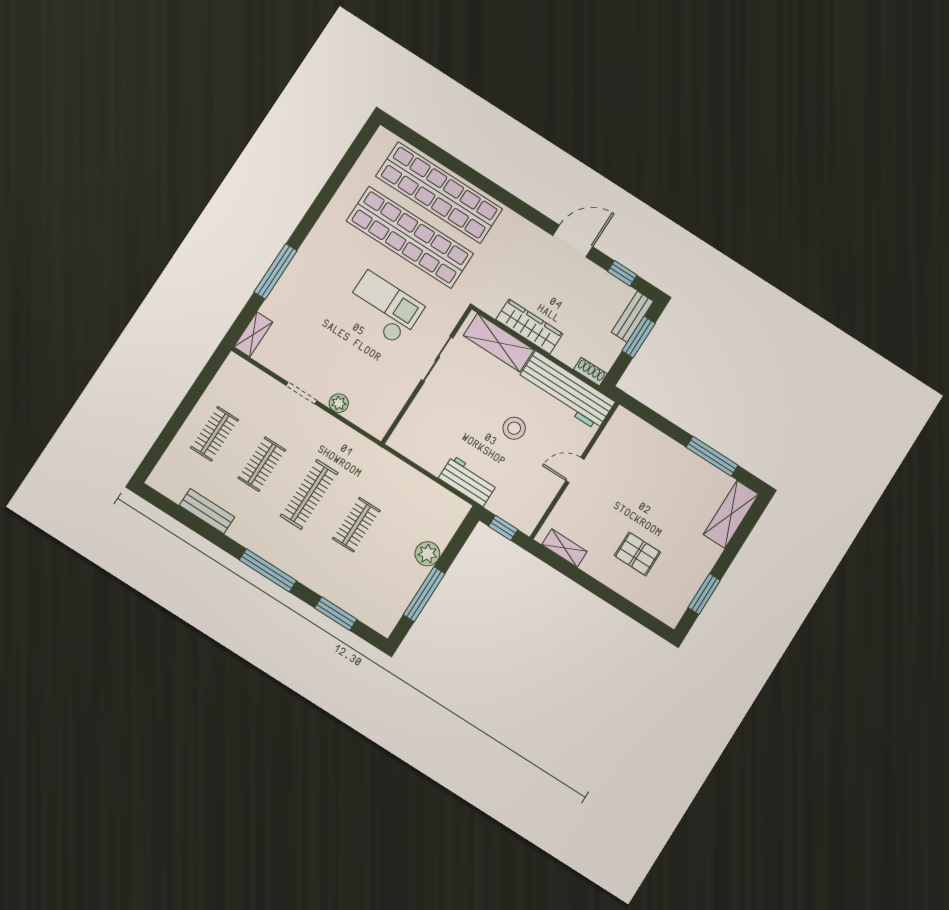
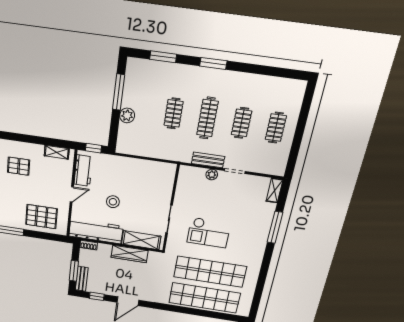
pallet: (644, 455) -> (41, 217), added
workbench: (468, 481) -> (83, 171), moved, turned -90
bench: (207, 511) -> (208, 160), moved
window: (268, 570) -> (213, 63), width x0.69

